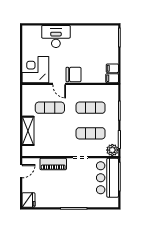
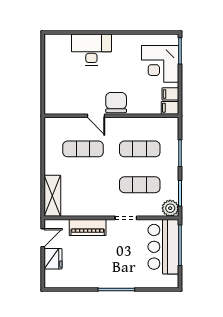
corner desk: (35, 70) -> (160, 64), moved, turned -90
chair: (74, 75) -> (116, 103), turned -90
shelving: (28, 131) -> (52, 196), moved
fridge: (28, 200) -> (53, 259), moved

